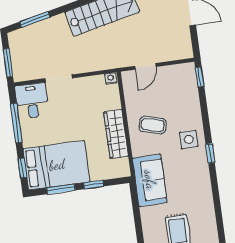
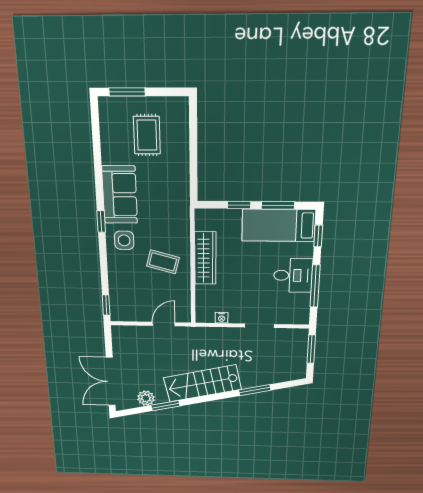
window: (35, 19) -> (255, 390), moved
nightstand: (111, 78) -> (222, 318), moved
desk: (32, 101) -> (293, 275), moved, turned -90
bed: (57, 165) -> (279, 225), width x0.67
sofa: (150, 180) -> (120, 195), moved, turned 180

